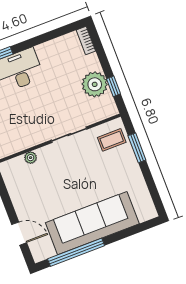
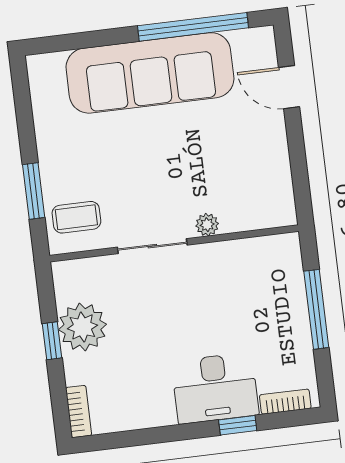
window: (113, 86) -> (52, 341), moved
plant: (31, 158) -> (207, 225), moved

